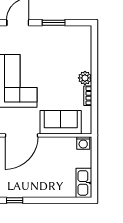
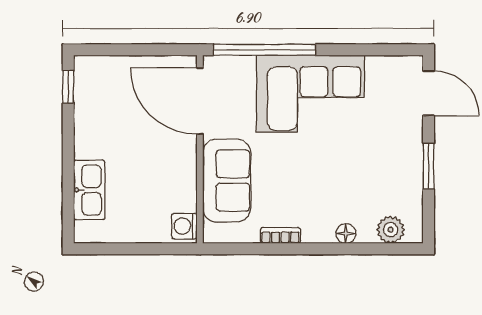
floor lamp: (87, 63) -> (346, 234), added
plant: (85, 78) -> (391, 230), moved
kitchen sink: (84, 183) -> (89, 190), moved, turned 90

